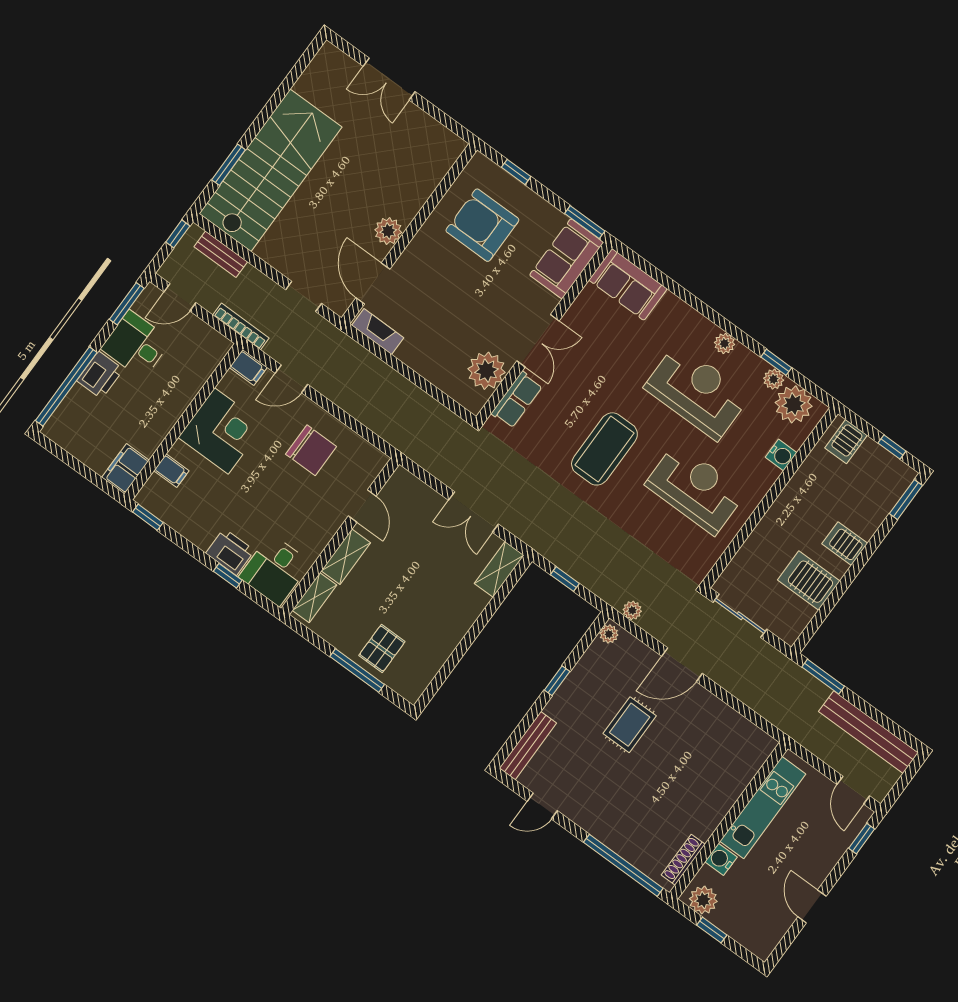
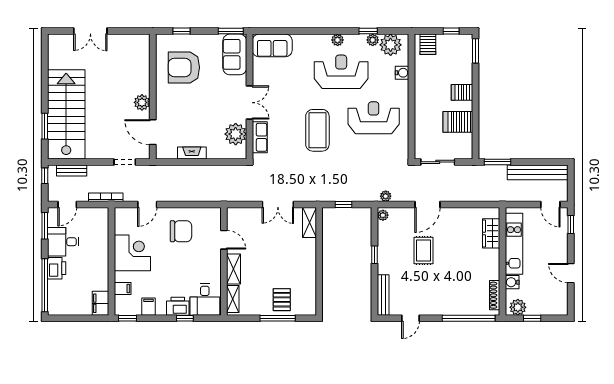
fireplace: (378, 332) -> (192, 153), moved
filing cabinet: (248, 367) -> (149, 307), moved, turned -90
wardrobe: (741, 770) -> (491, 233), added

